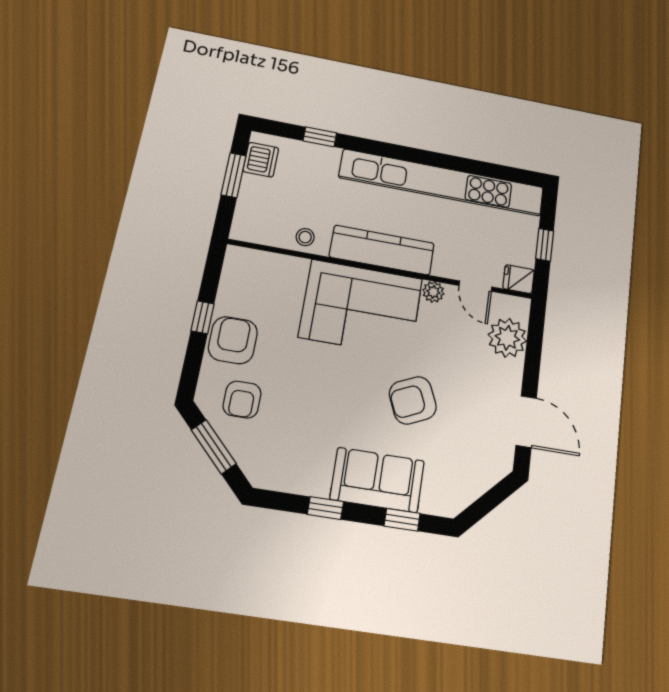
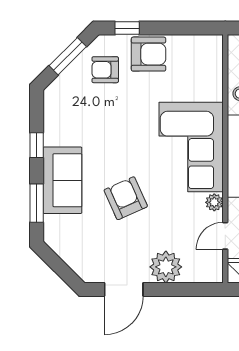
window: (202, 317) -> (127, 28), moved
plant: (507, 338) -> (166, 267), moved
window: (402, 520) -> (37, 203), width x1.50

